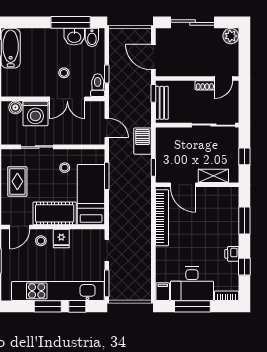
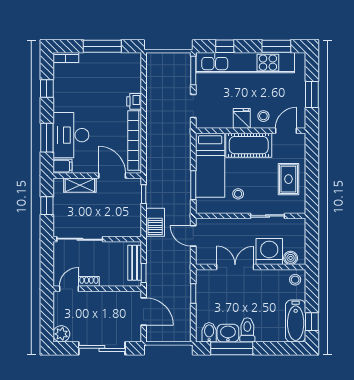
stool: (64, 73) -> (295, 280), moved
toilet: (98, 85) -> (247, 330), moved, turned 180
printer: (232, 254) -> (134, 101), moved, turned 180
desk: (192, 284) -> (71, 135), moved, turned -90
filing cabinet: (163, 292) -> (62, 166), moved, turned -90
window: (48, 306) -> (276, 46), moved

